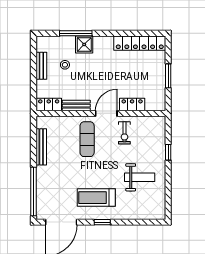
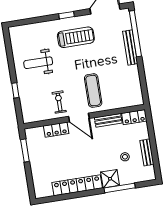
locker: (140, 43) -> (77, 185), moved
window: (168, 76) -> (25, 151), moved
door: (106, 113) -> (79, 117), hinge flipped
bench: (41, 147) -> (130, 47), moved

